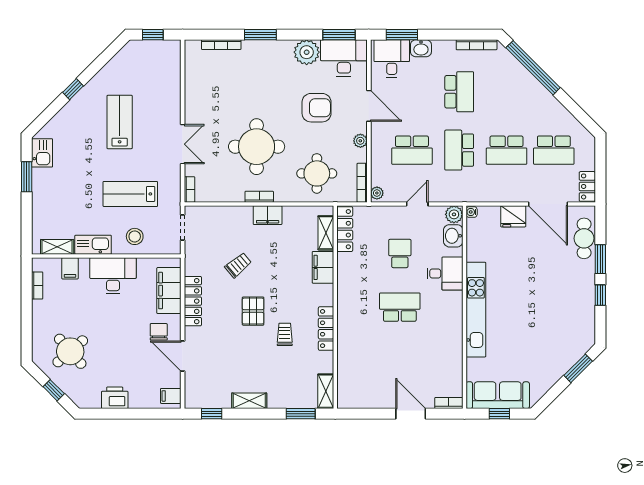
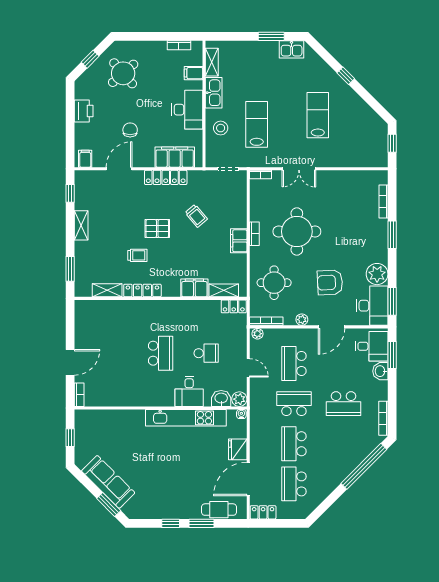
armchair: (317, 108) -> (330, 282), turned 87
lab bench: (120, 122) -> (318, 115), turned -90
locker: (345, 229) -> (234, 306), width x0.66
kitchen unit: (476, 310) -> (186, 418), moved
chair: (159, 332) -> (130, 130), moved, turned -90
shelving: (326, 391) -> (107, 290), moved
sofa: (498, 395) -> (108, 482), moved, turned -45

